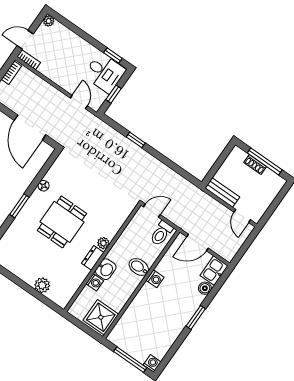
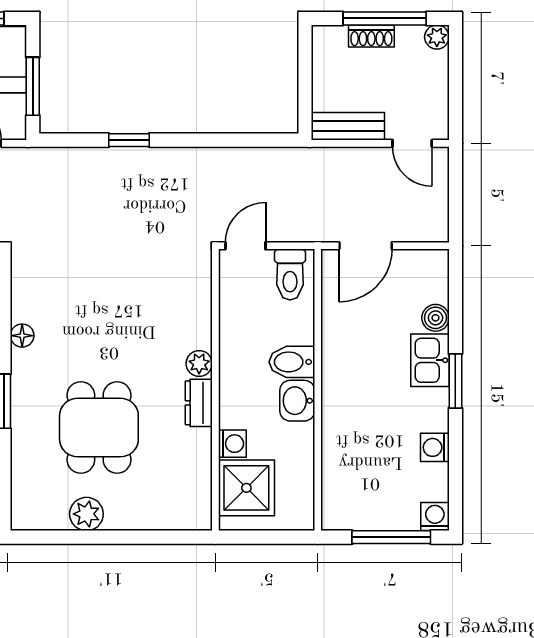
window: (114, 94) -> (33, 86), width x1.50
plant: (280, 182) -> (437, 37), added
dining table: (62, 222) -> (99, 427), moved
washbasin: (106, 269) -> (297, 401), moved, turned 180
kitchen sink: (214, 271) -> (430, 360), moved
washing machine: (155, 279) -> (435, 447), moved, turned 180
plant: (42, 285) -> (86, 514), moved
shower: (101, 317) -> (246, 488), moved

